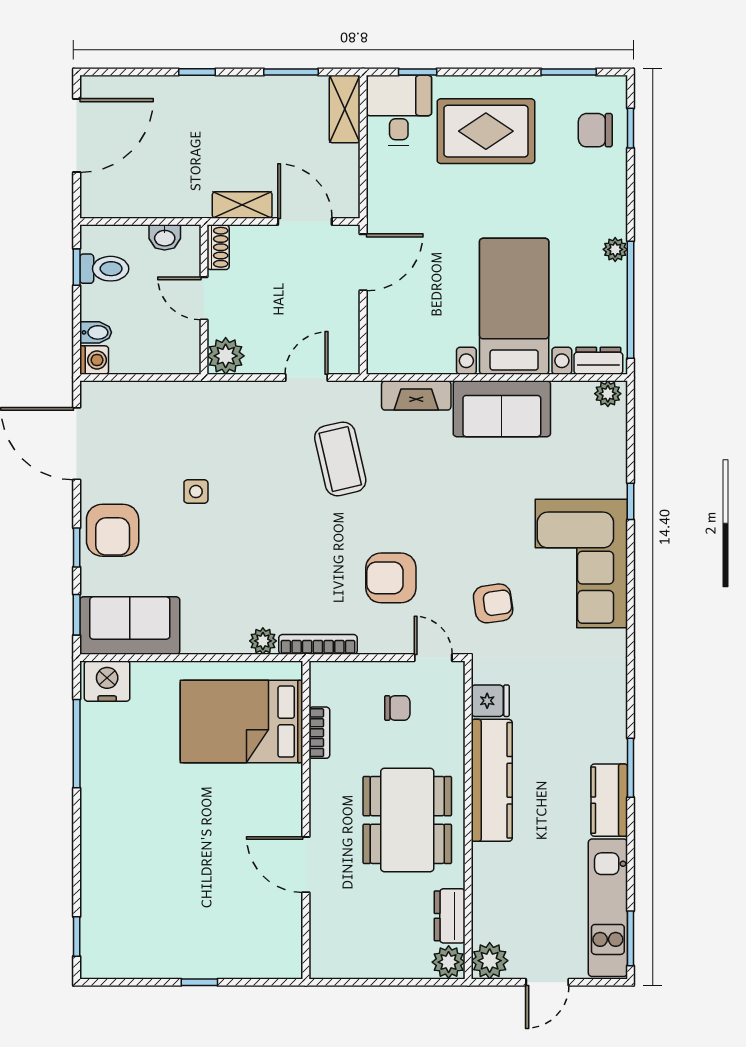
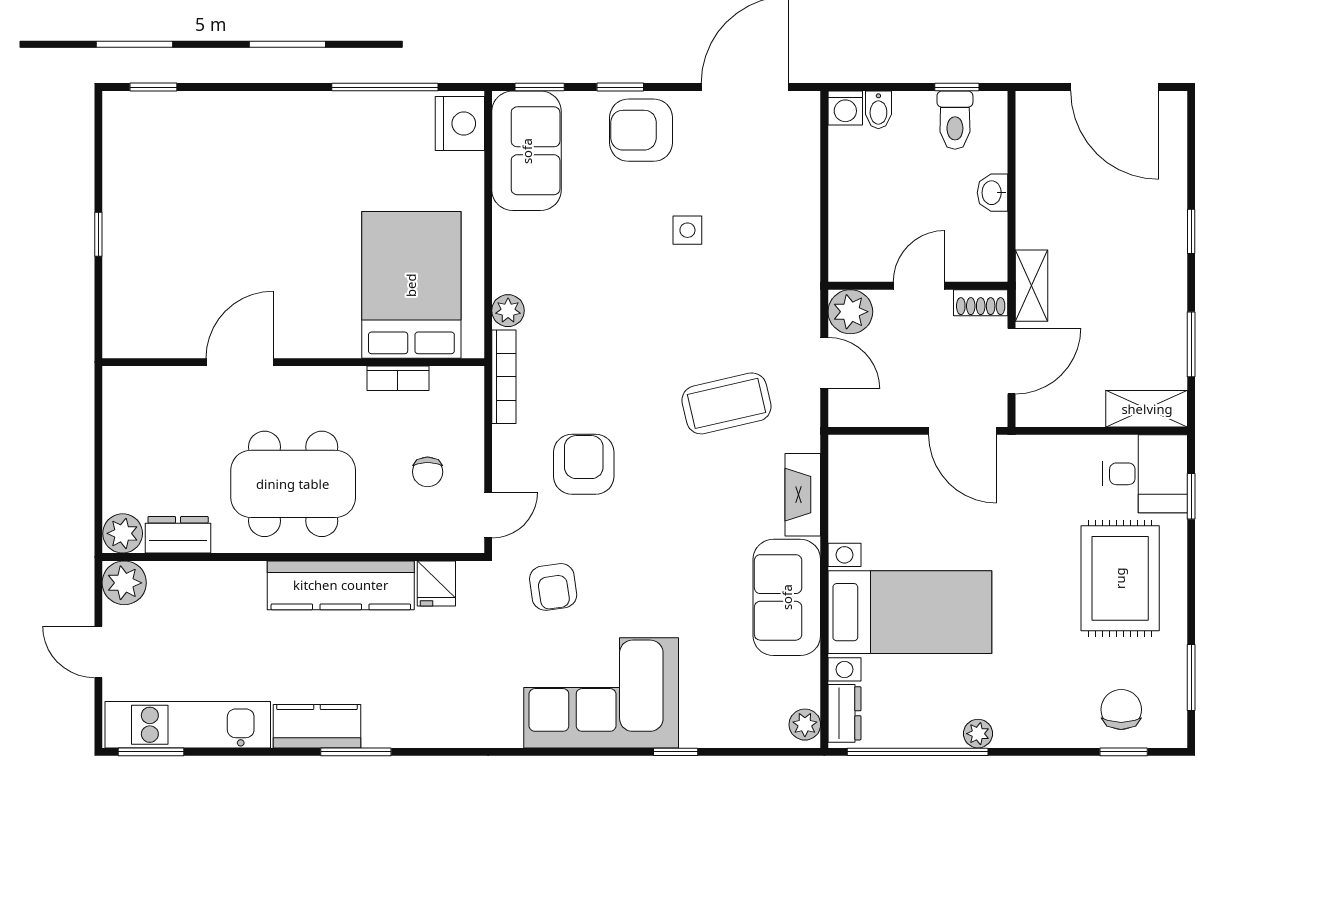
shoe rack: (218, 247) -> (981, 303), moved
door: (204, 298) -> (919, 286), moved
wall: (204, 300) -> (918, 286), moved
plant: (226, 356) -> (850, 312), moved

